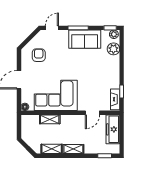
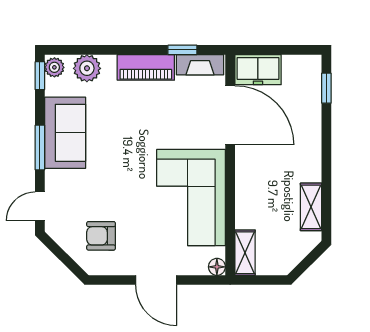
door: (52, 28) -> (40, 206), hinge flipped
piano: (114, 75) -> (146, 67), added
door: (92, 113) -> (230, 115), width x1.88
shelving: (50, 119) -> (245, 253), moved
freezer: (113, 129) -> (258, 70), width x0.71
shelving: (73, 149) -> (311, 158), removed

